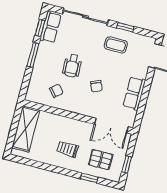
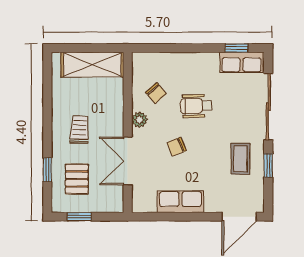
window: (33, 55) -> (197, 48), removed
plant: (71, 107) -> (139, 120), added
double door: (111, 126) -> (128, 161), moved

